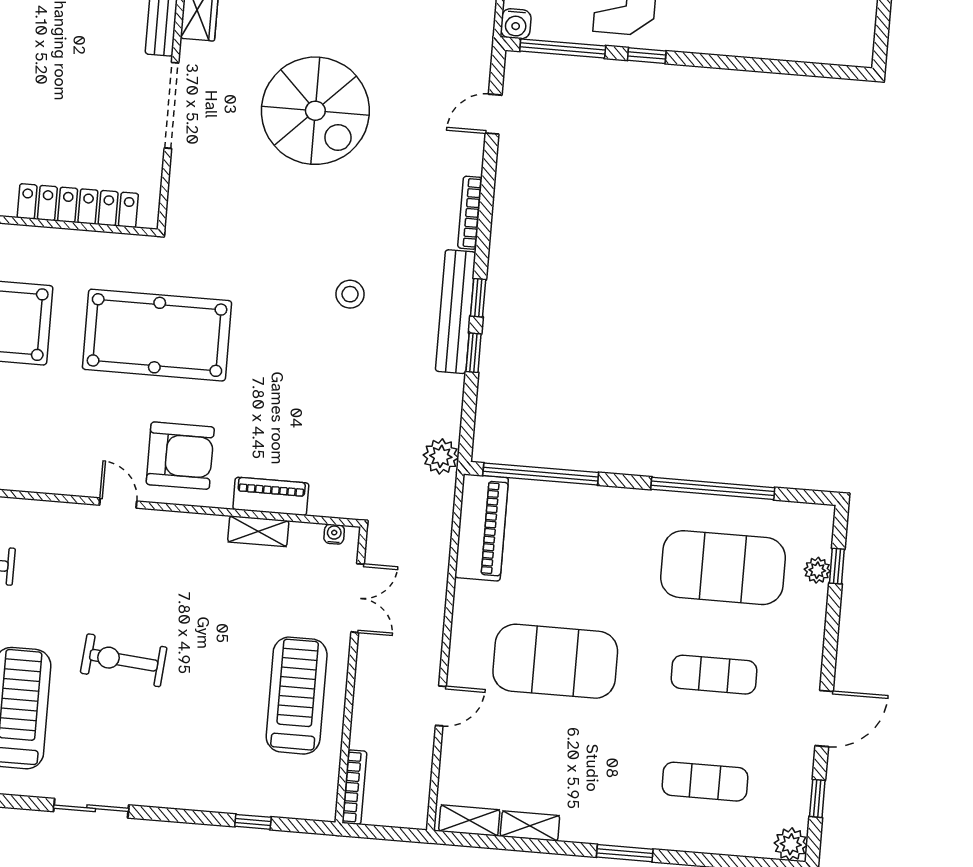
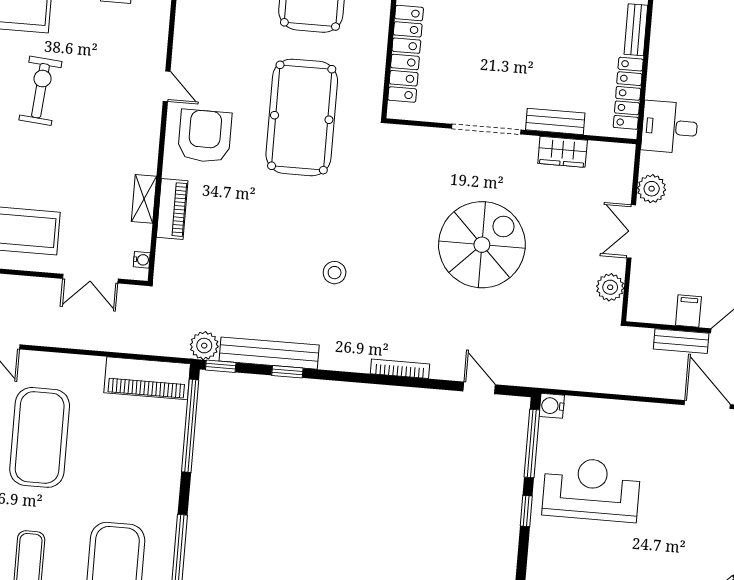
spiral stairs: (315, 111) -> (482, 245), turned 180
window: (478, 298) -> (221, 366), moved
bench: (456, 312) -> (269, 353), moved
armchair: (180, 456) -> (205, 136), turned 180
door: (118, 503) -> (167, 86), hinge flipped

